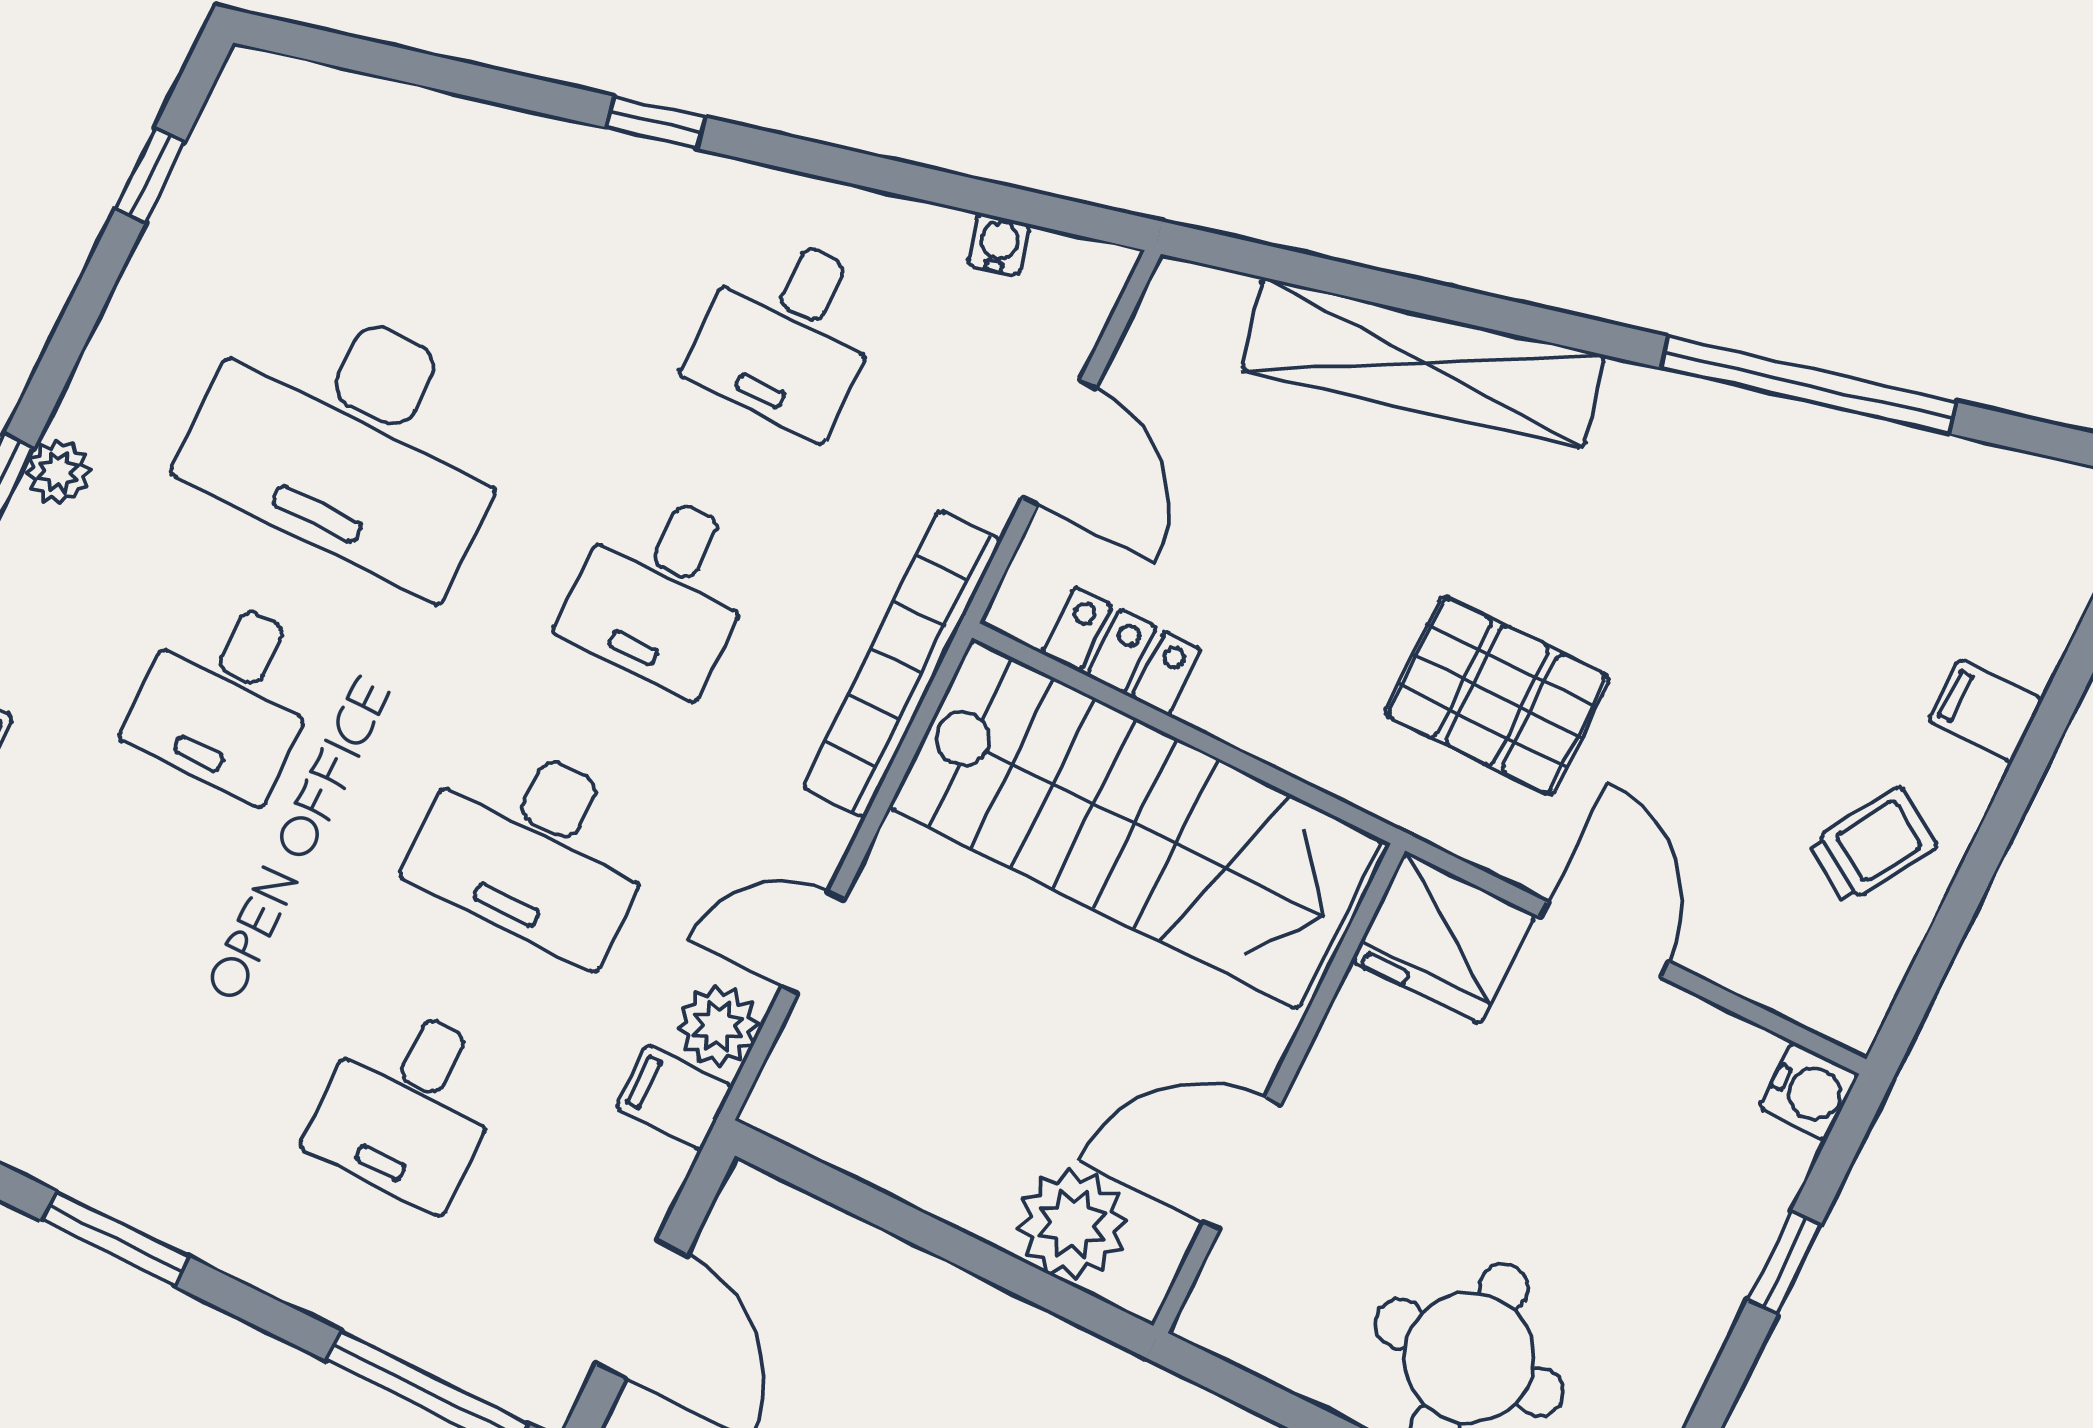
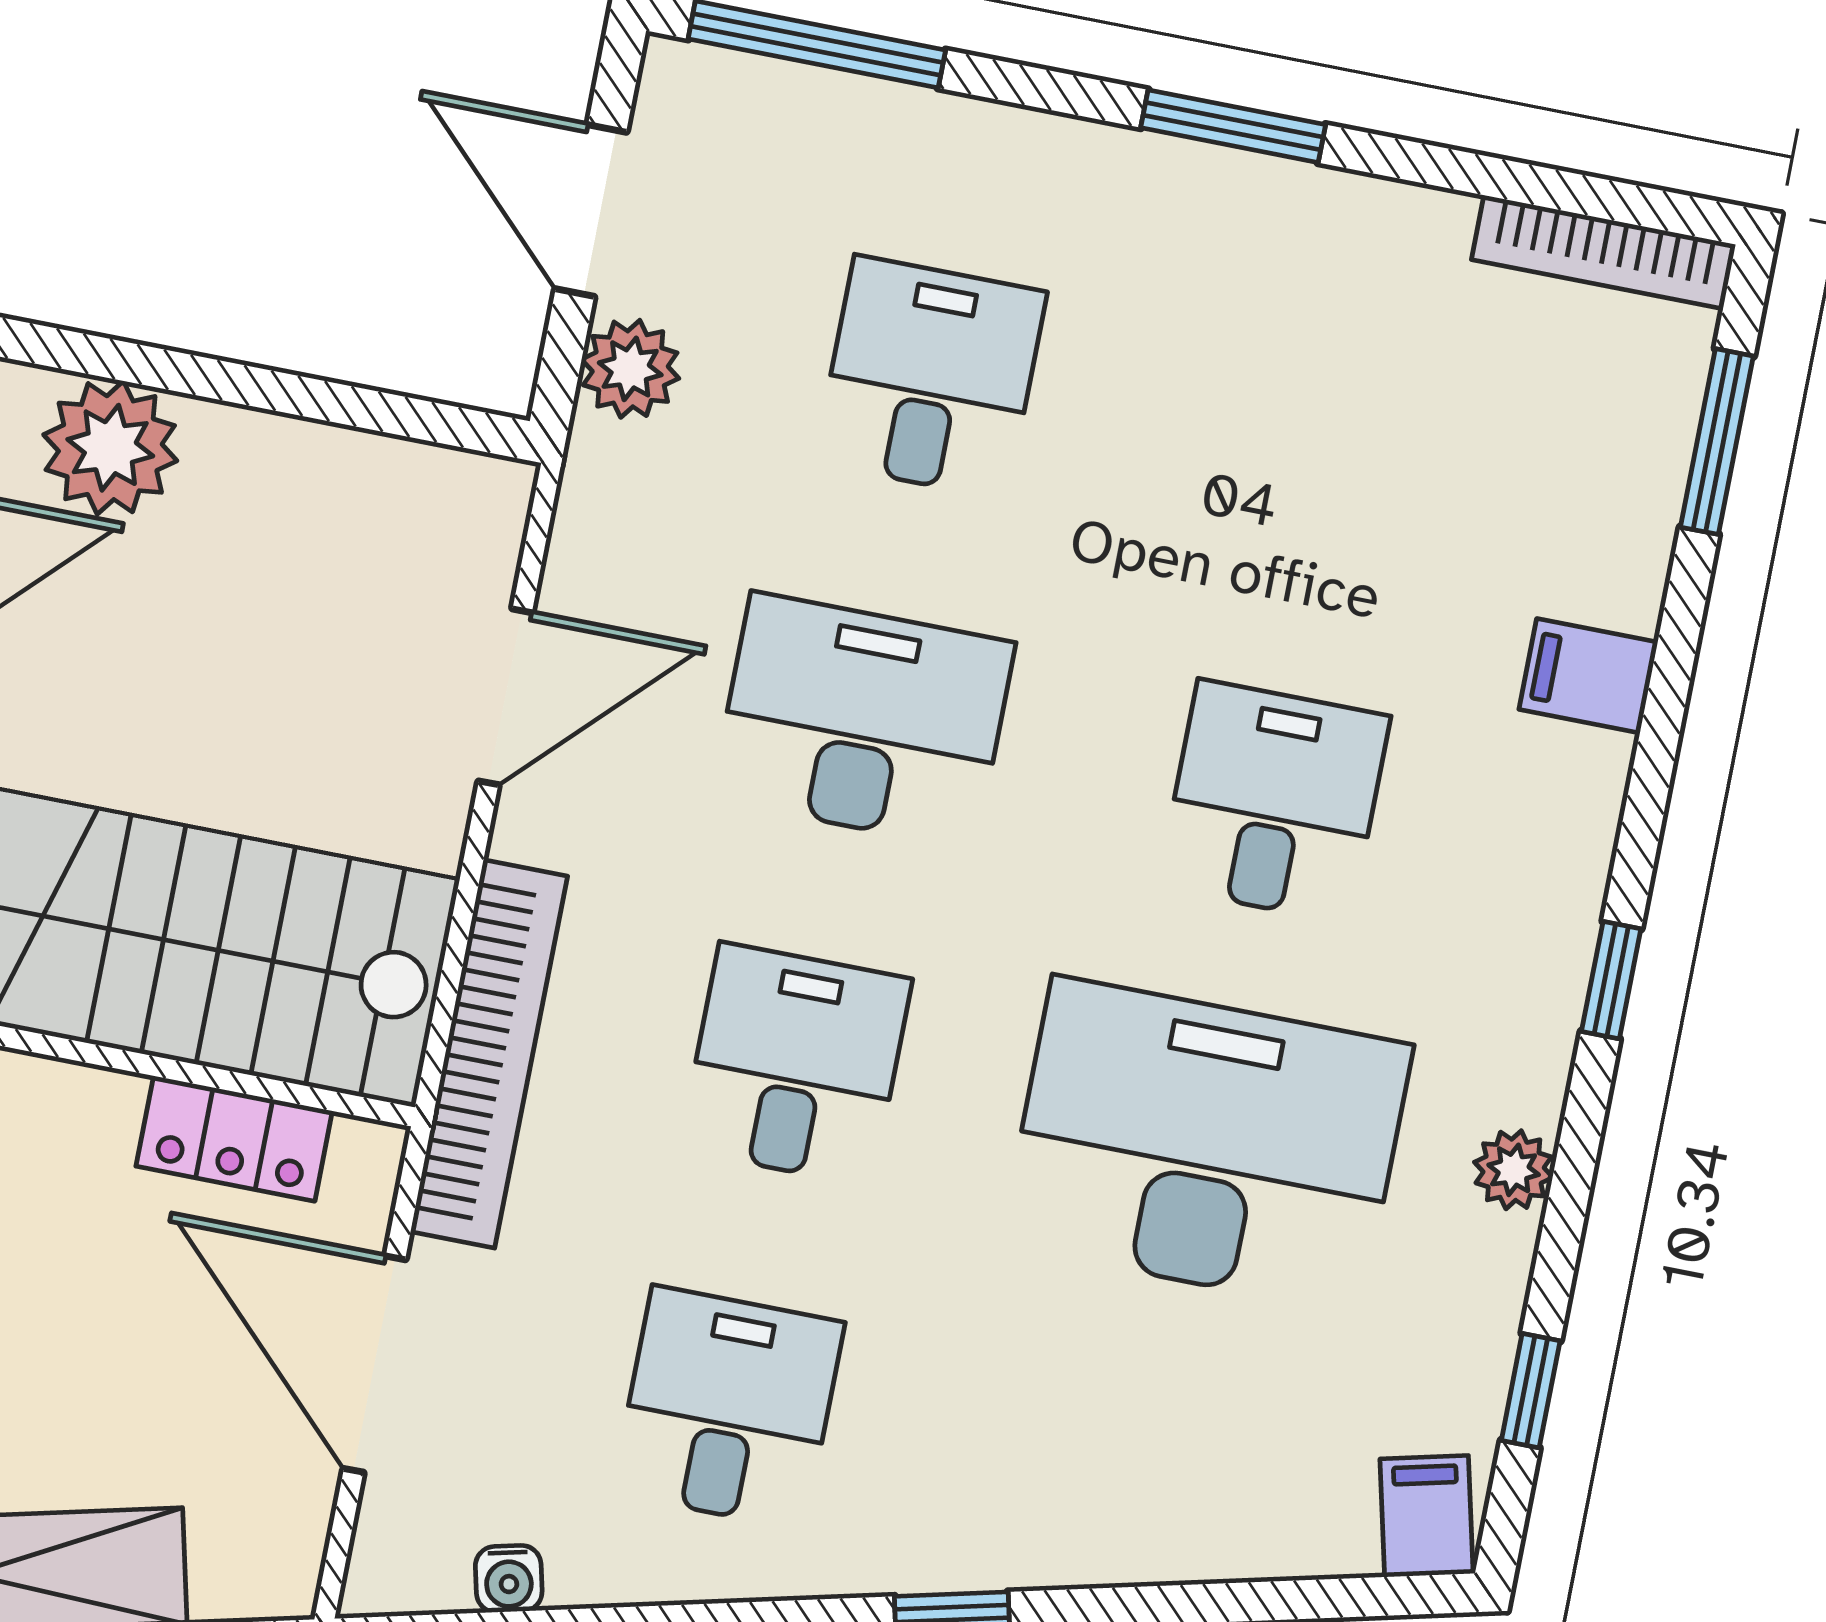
door: (1059, 443) -> (374, 1364), width x1.36
plant: (58, 472) -> (1514, 1170), moved
door: (813, 943) -> (505, 697), width x1.38
plant: (718, 1026) -> (630, 369), moved
filing cabinet: (674, 1097) -> (1427, 1516), moved, turned -103

